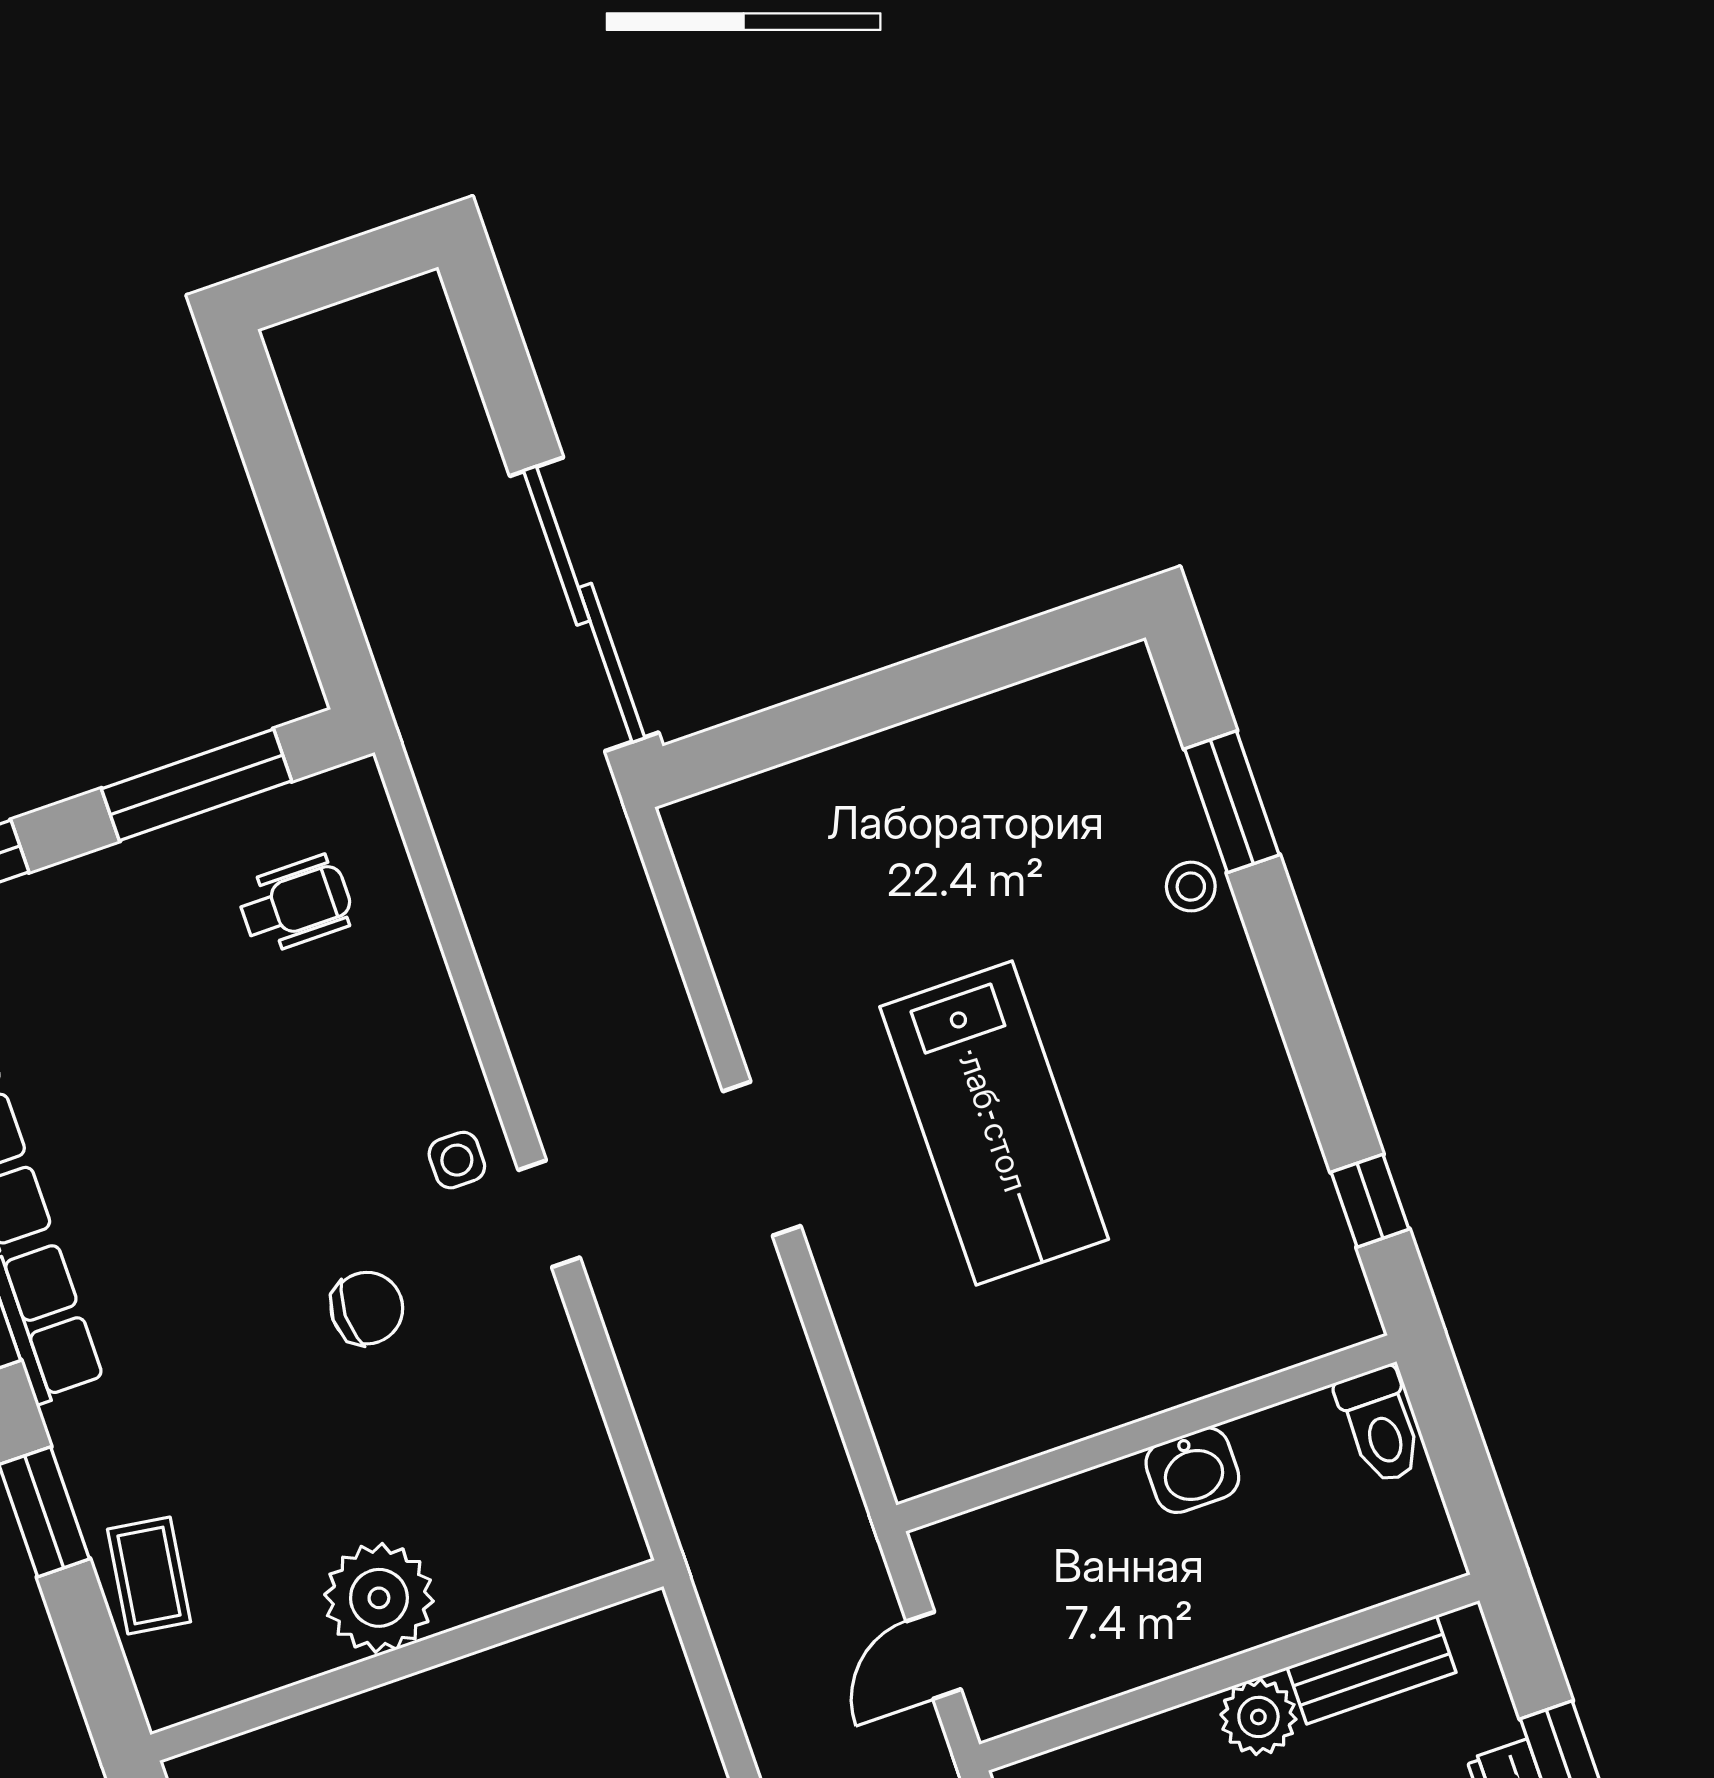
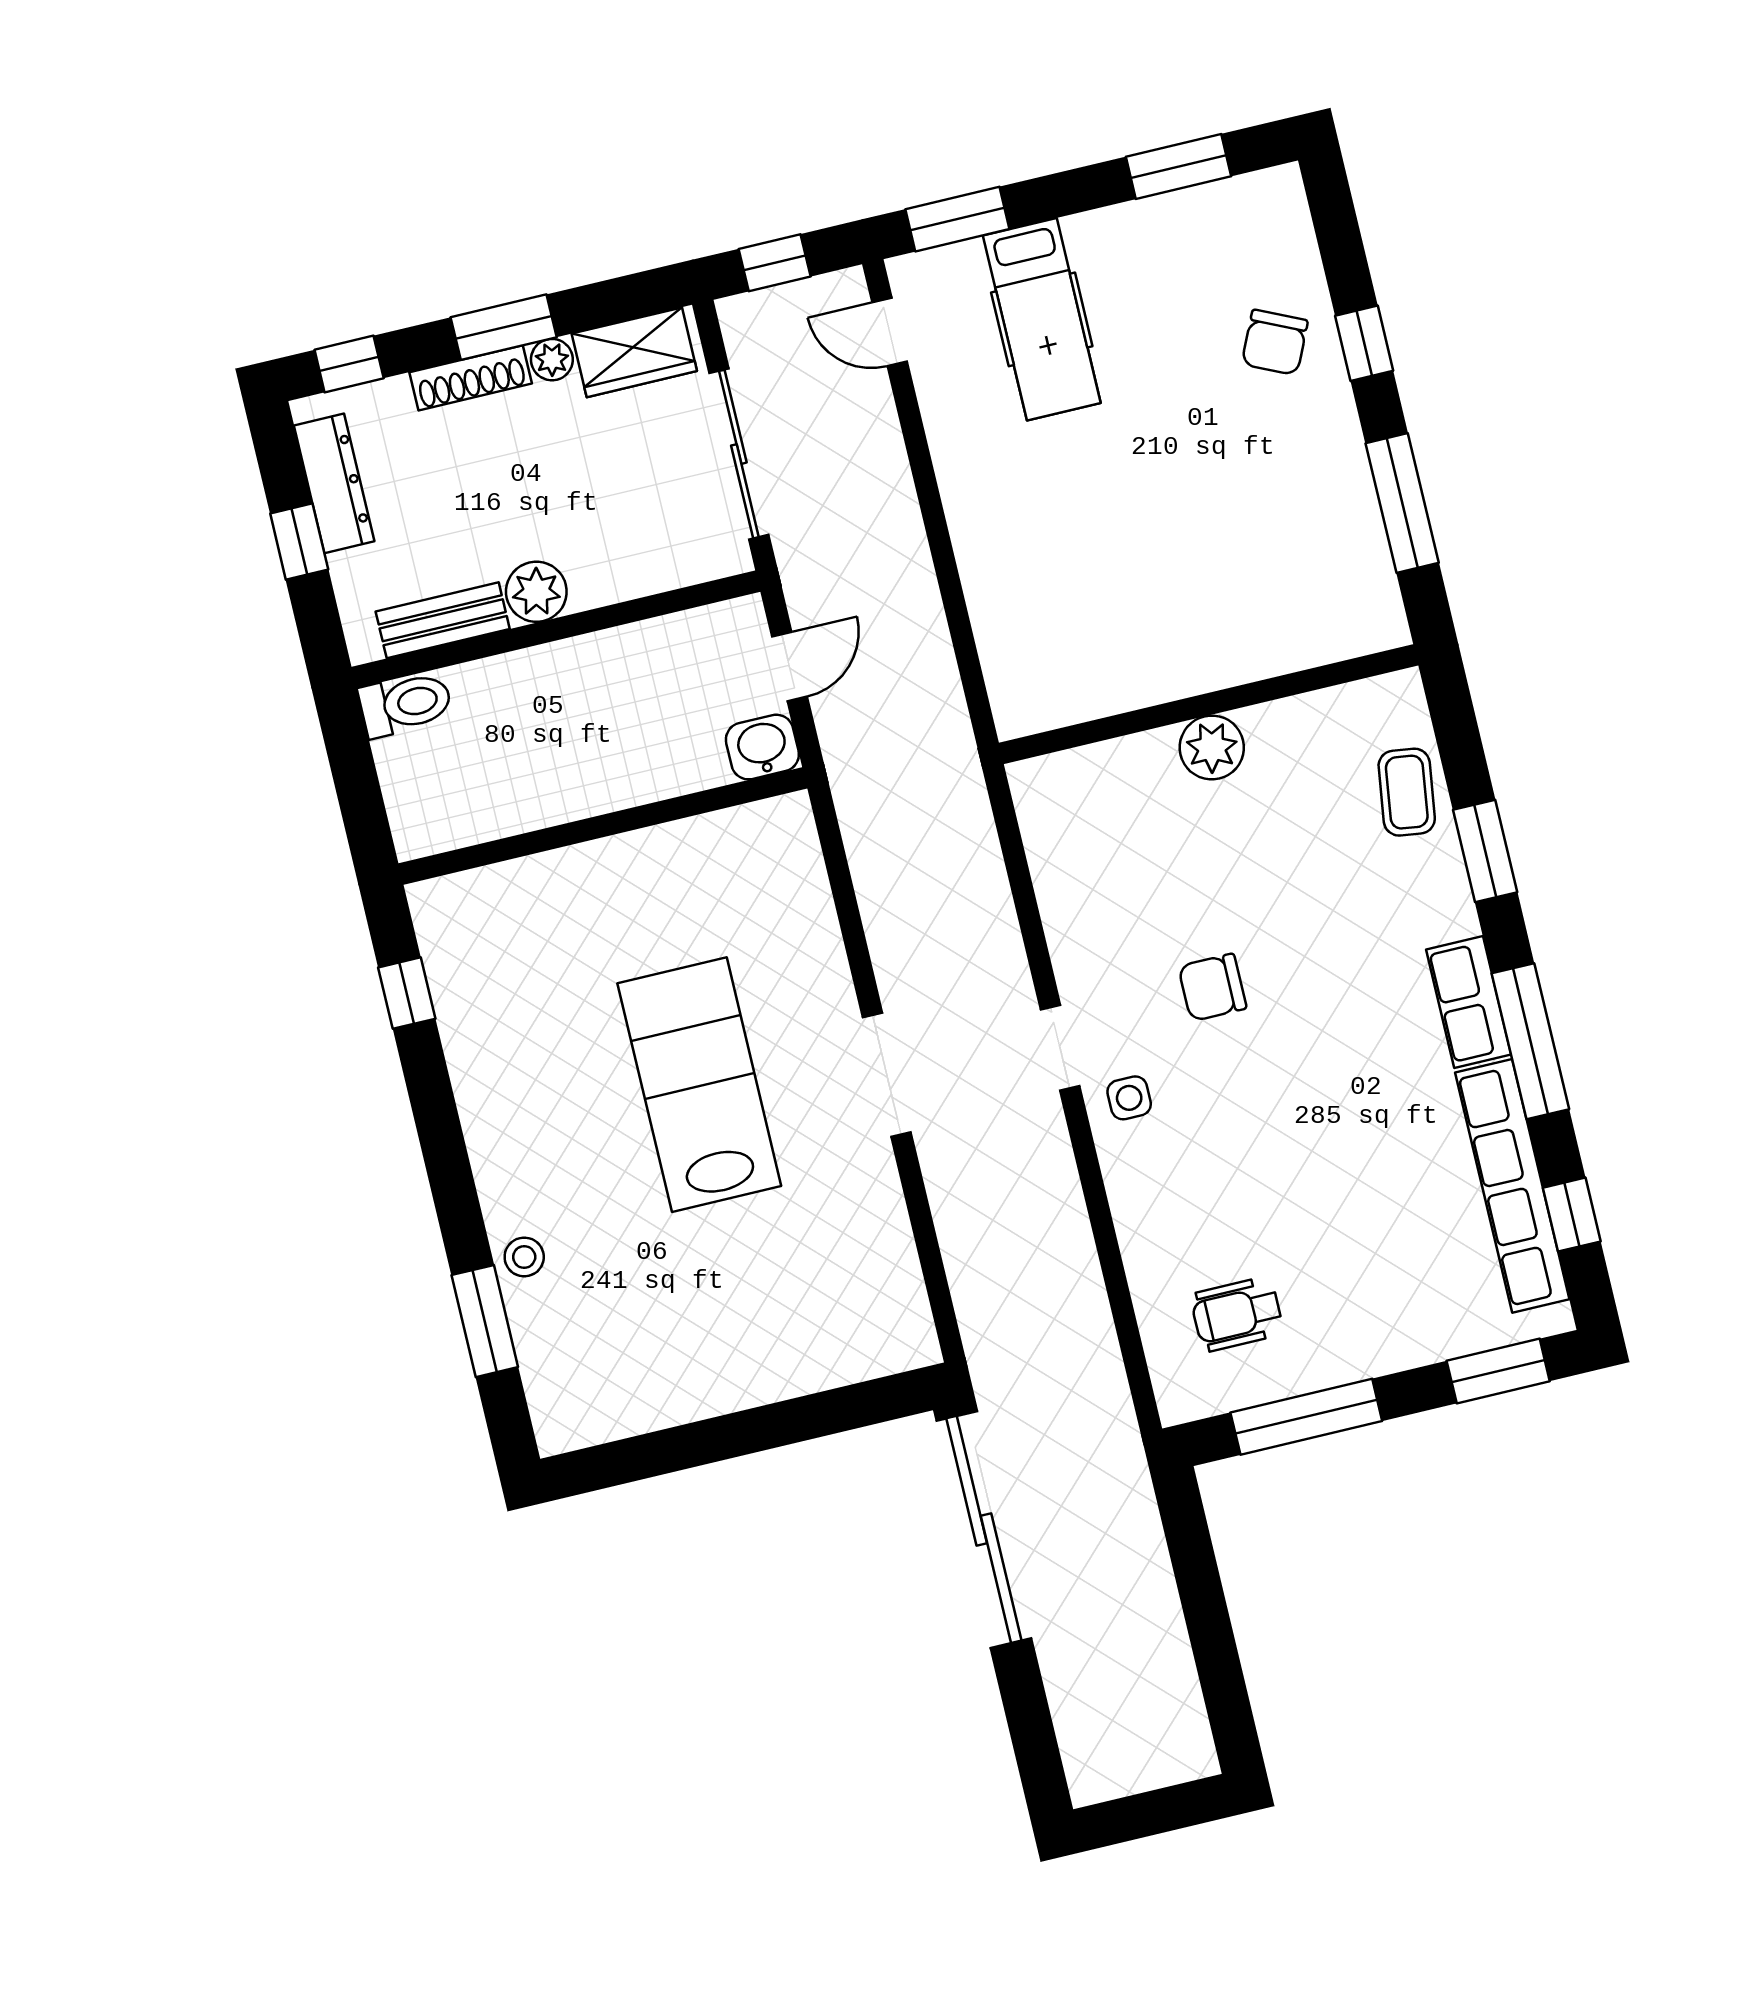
toilet: (1380, 1425) -> (405, 704), moved, turned 90
washbasin: (1192, 1470) -> (762, 747), moved
plant: (379, 1598) -> (1212, 747), width x0.73, depth x0.73

